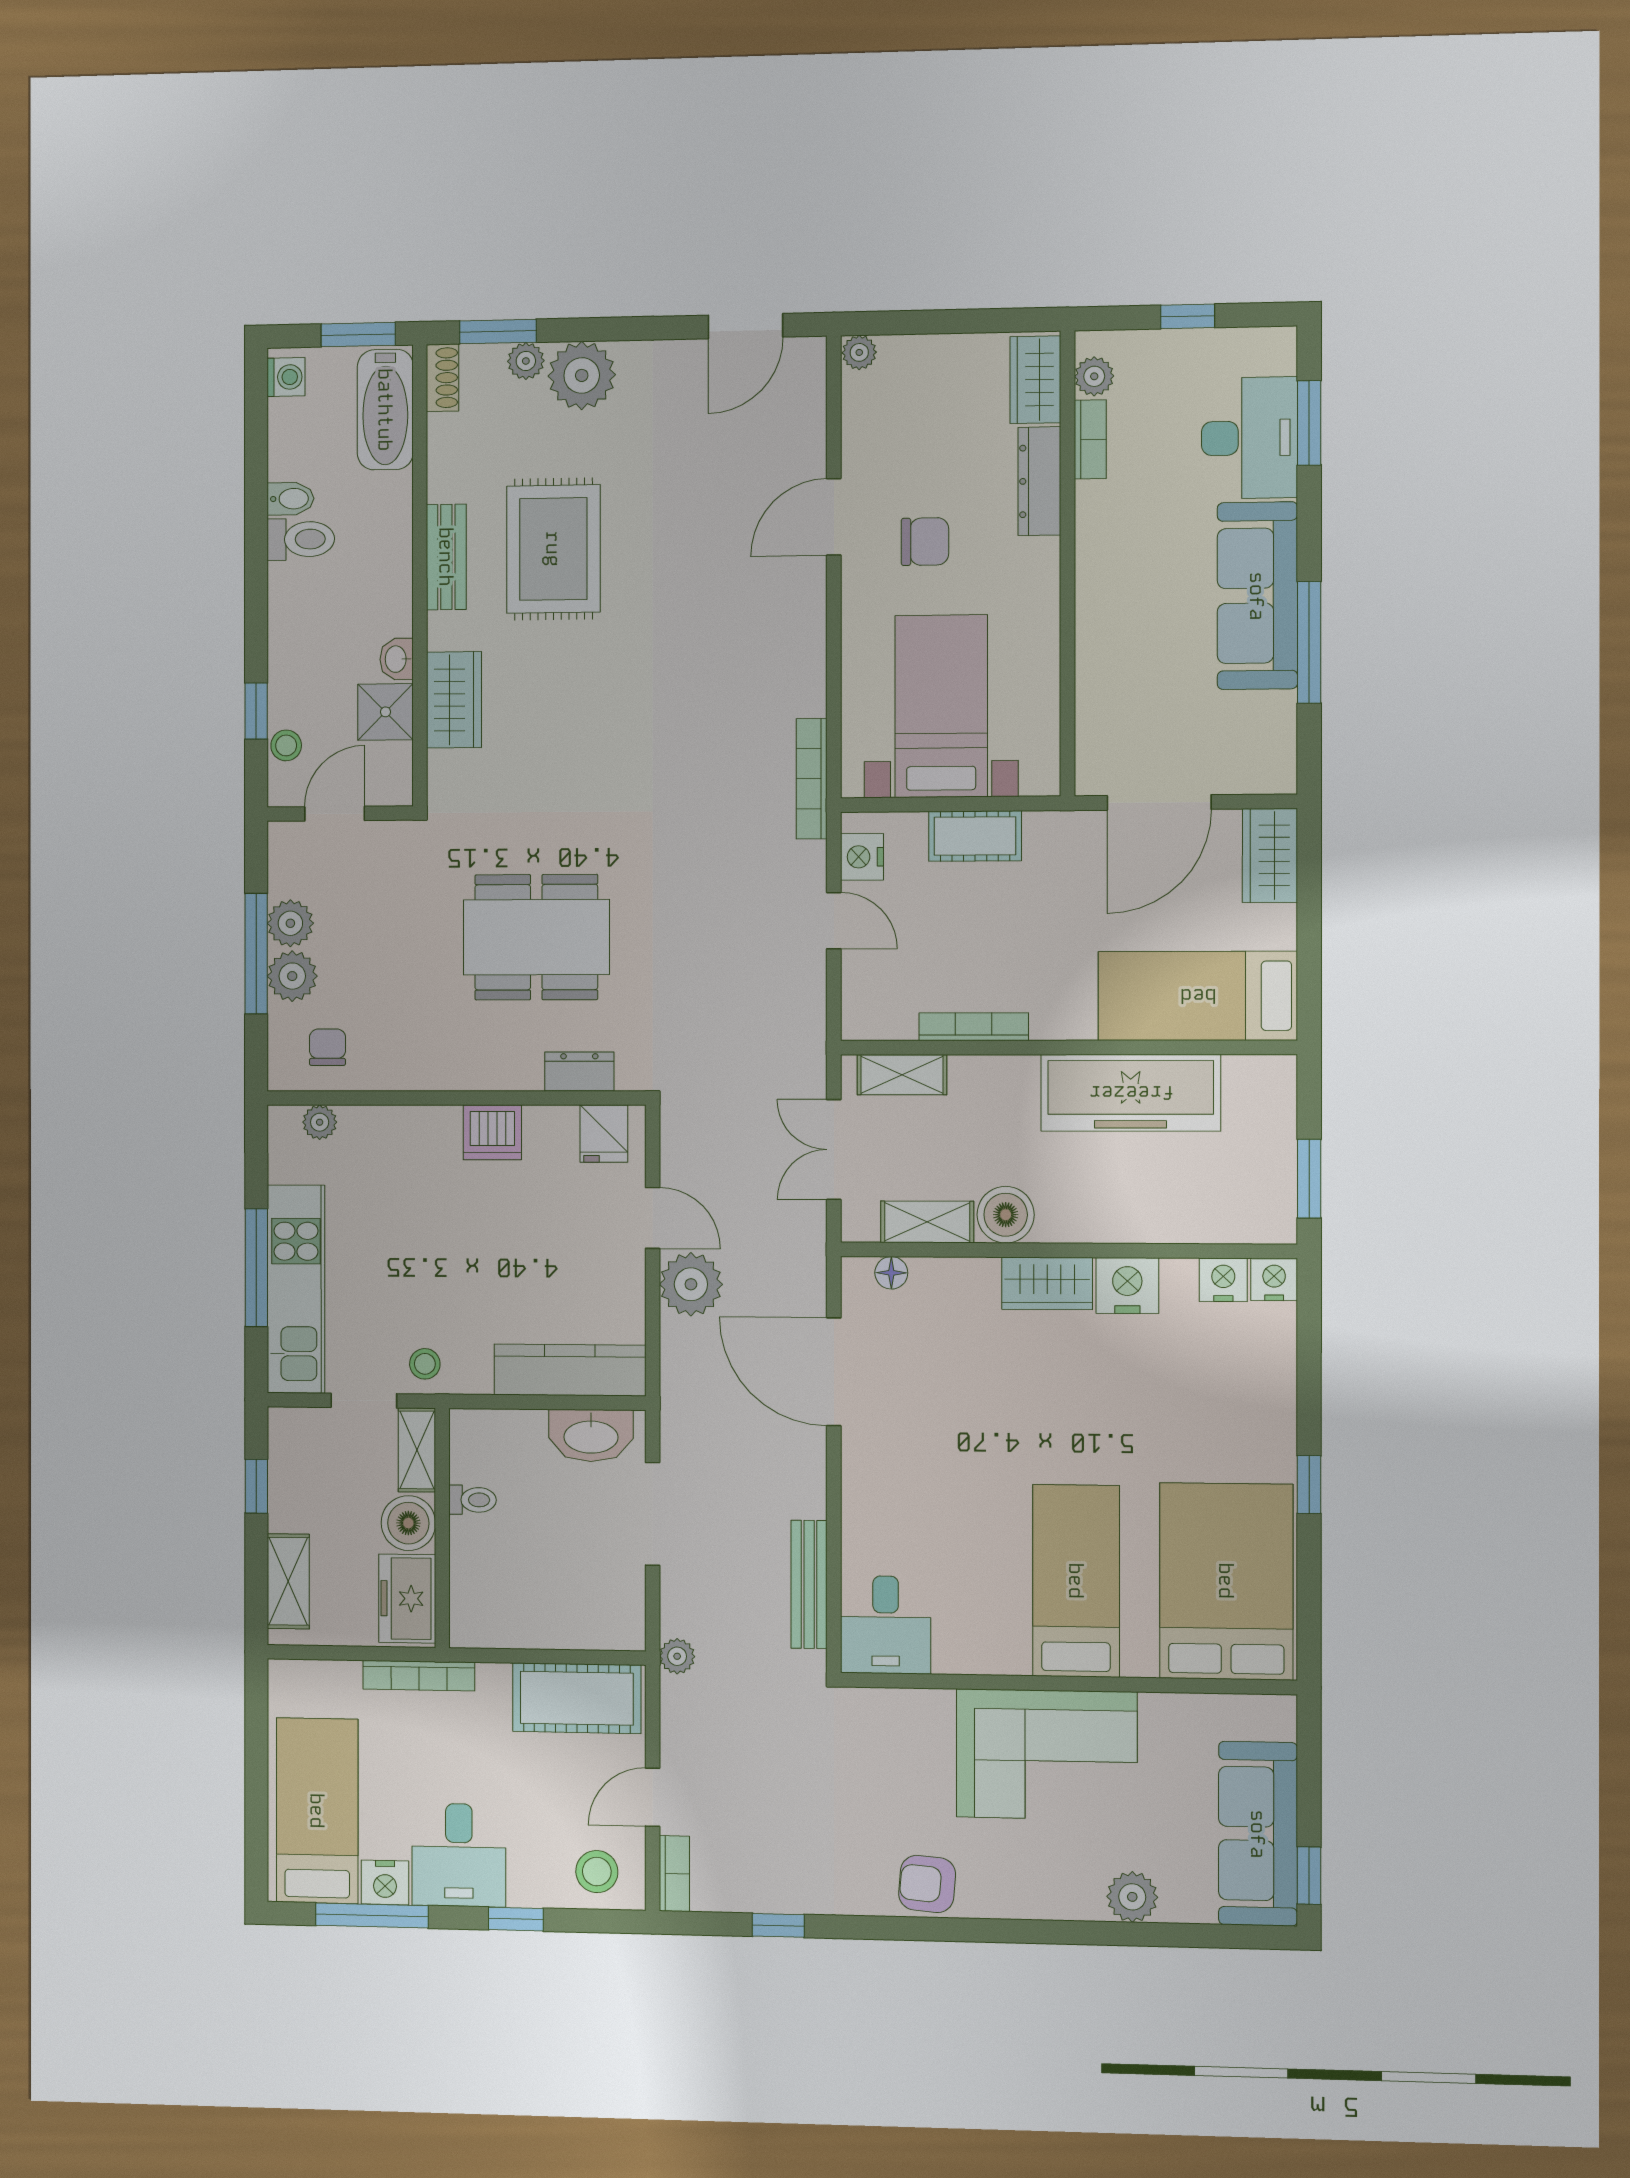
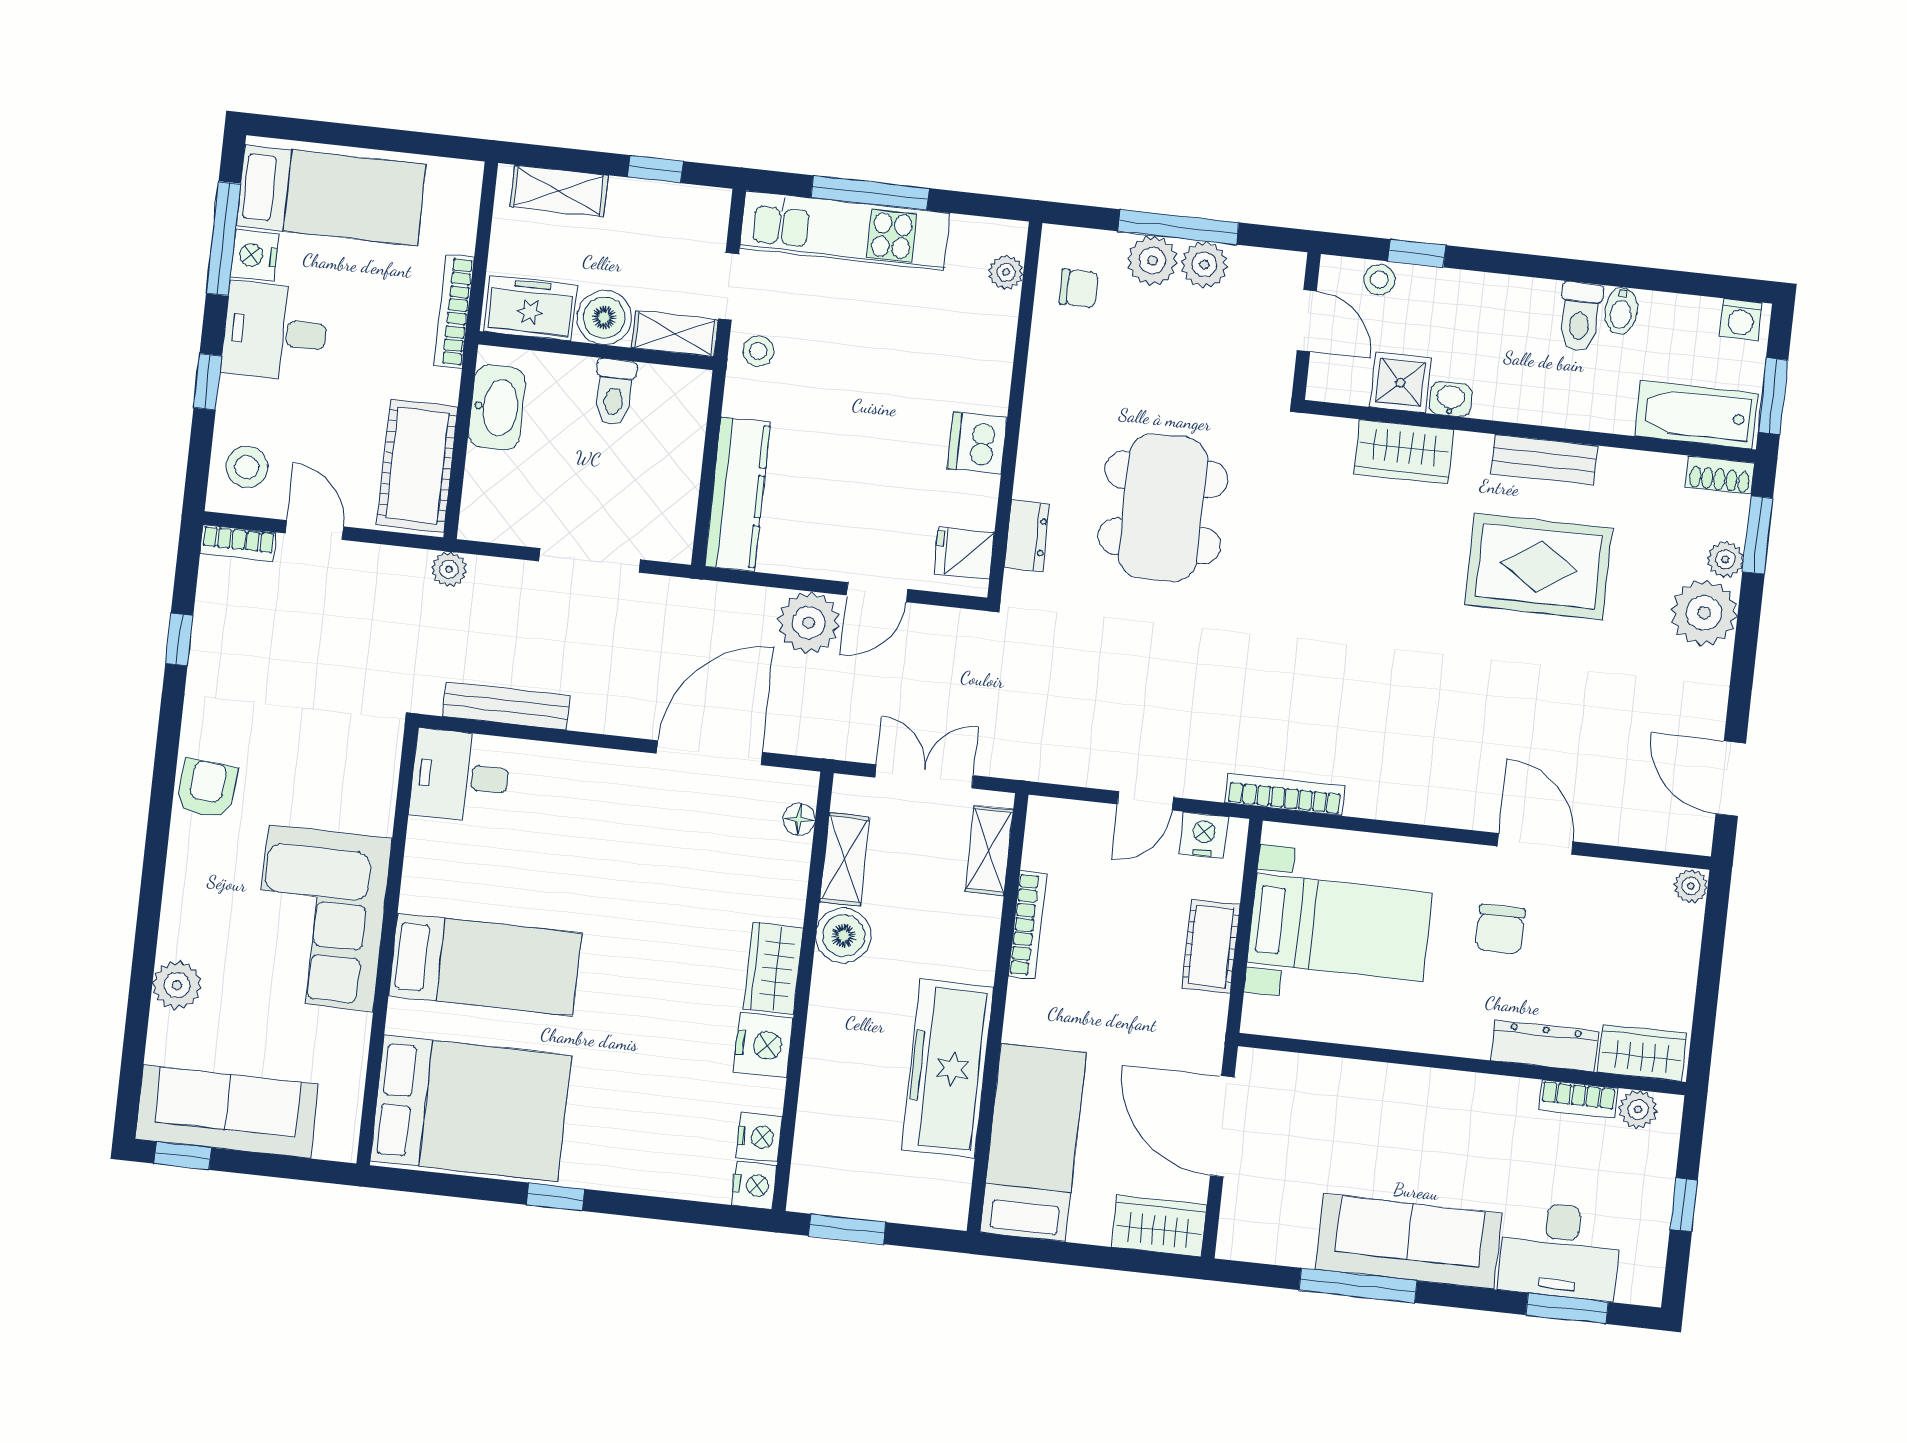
washbasin: (591, 1436) -> (497, 407), moved, turned 180
toilet: (472, 1500) -> (614, 392), width x1.37, depth x1.39

